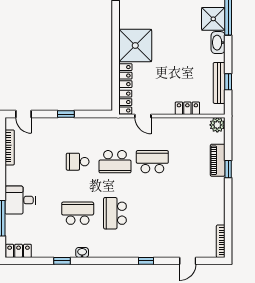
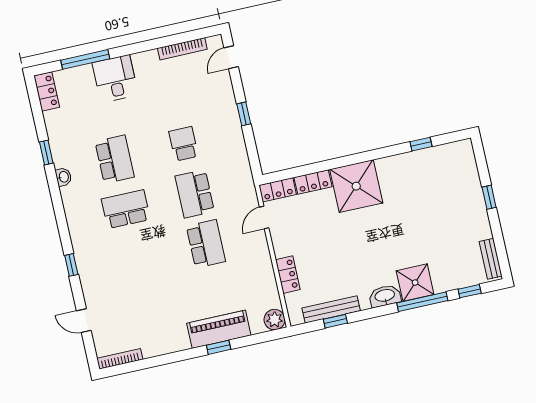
piano: (218, 160) -> (219, 329), width x1.37, depth x1.33

